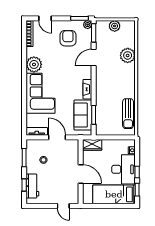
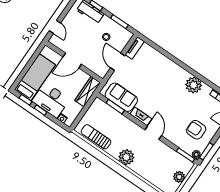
armchair: (68, 38) -> (196, 130), turned 180
plant: (128, 55) -> (126, 157), moved
door: (94, 58) -> (153, 133), moved
corner sofa: (41, 93) -> (165, 74), removed
door: (57, 137) -> (118, 62), swing flipped
wardrobe: (92, 145) -> (88, 92), width x1.50
door: (63, 206) -> (55, 27), swing flipped

